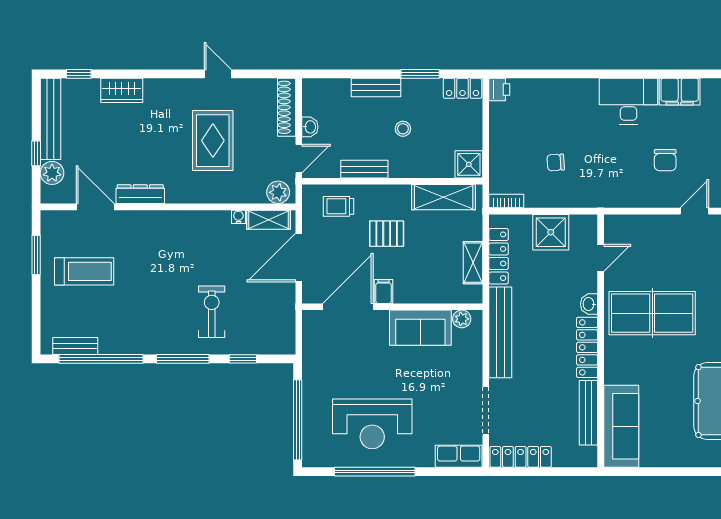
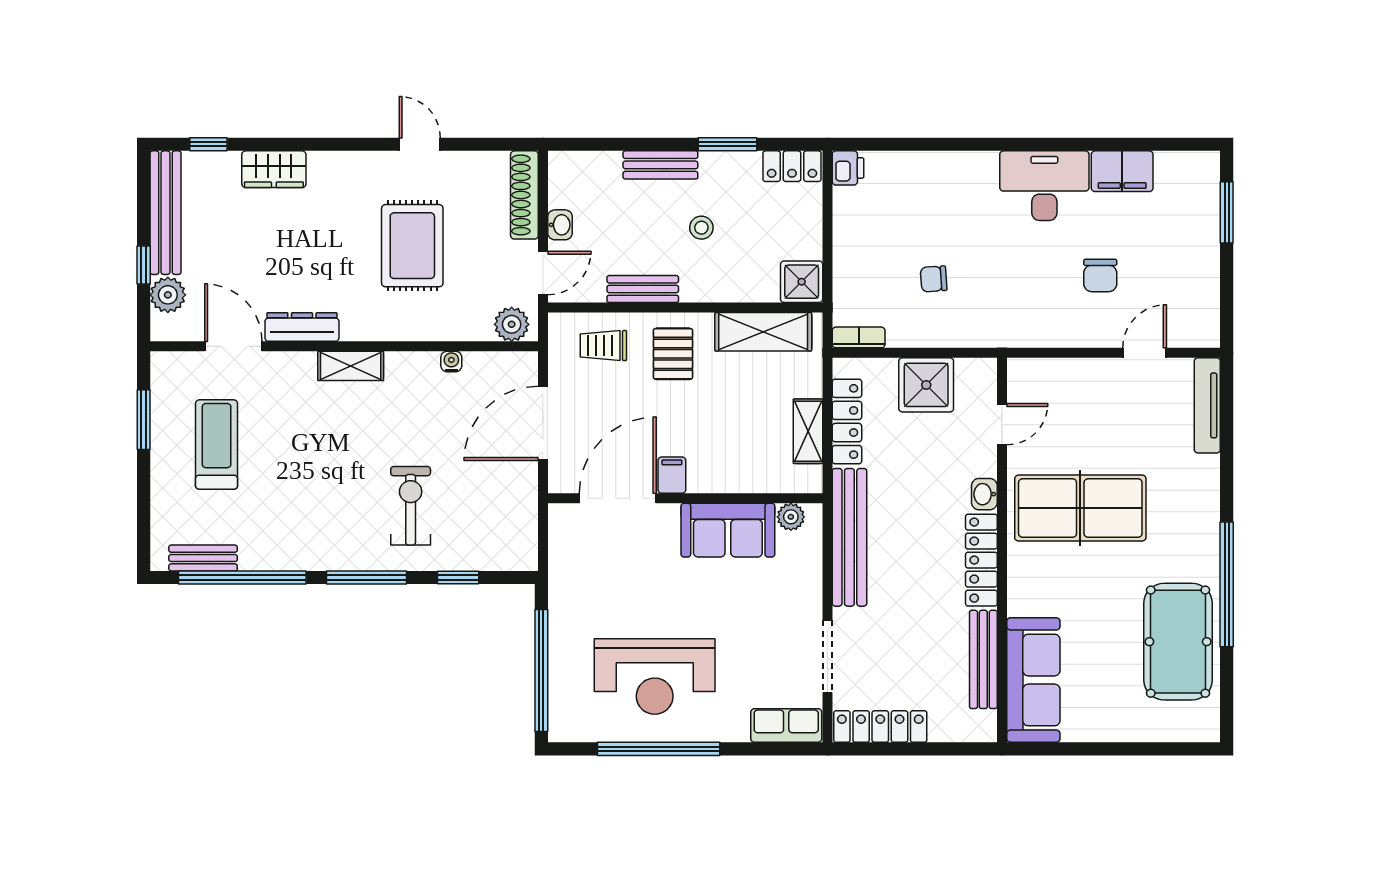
shelving: (269, 220) -> (351, 366), moved
pallet: (387, 234) -> (673, 354), moved, turned 90
treadmill: (84, 271) -> (217, 445), turned -90

